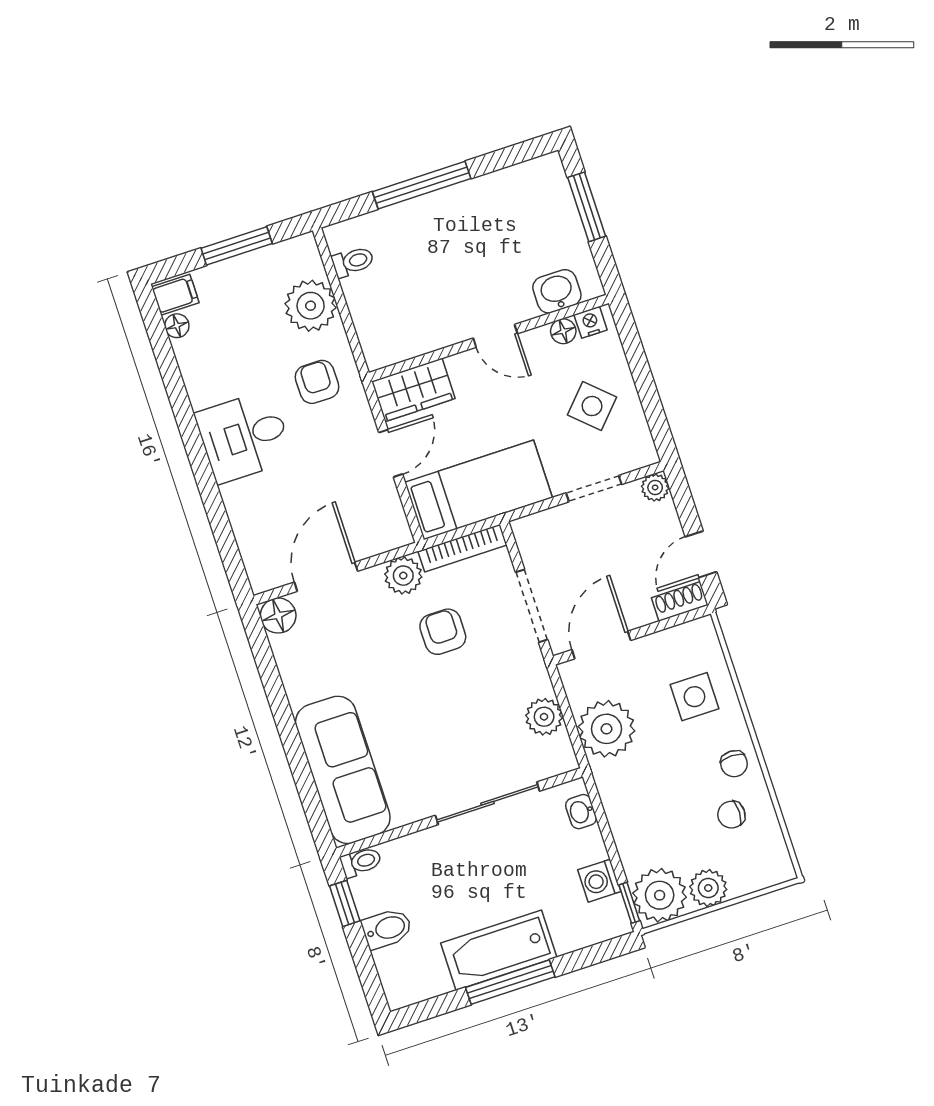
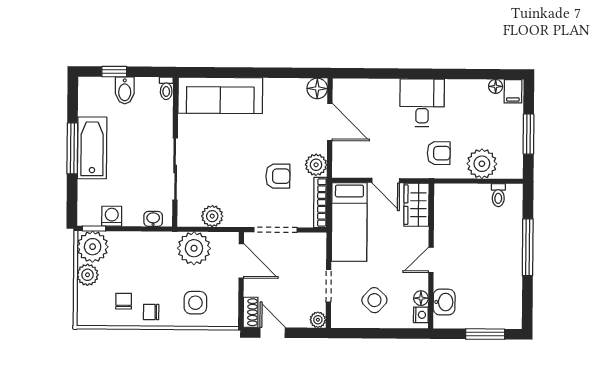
window: (345, 903) -> (114, 72), moved

